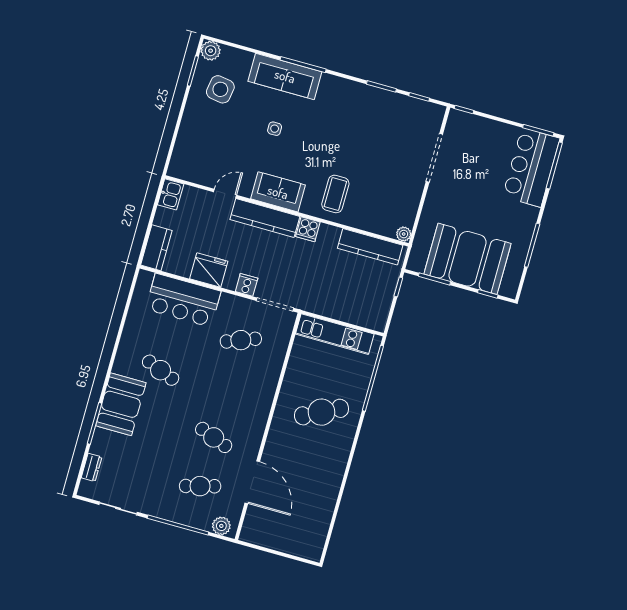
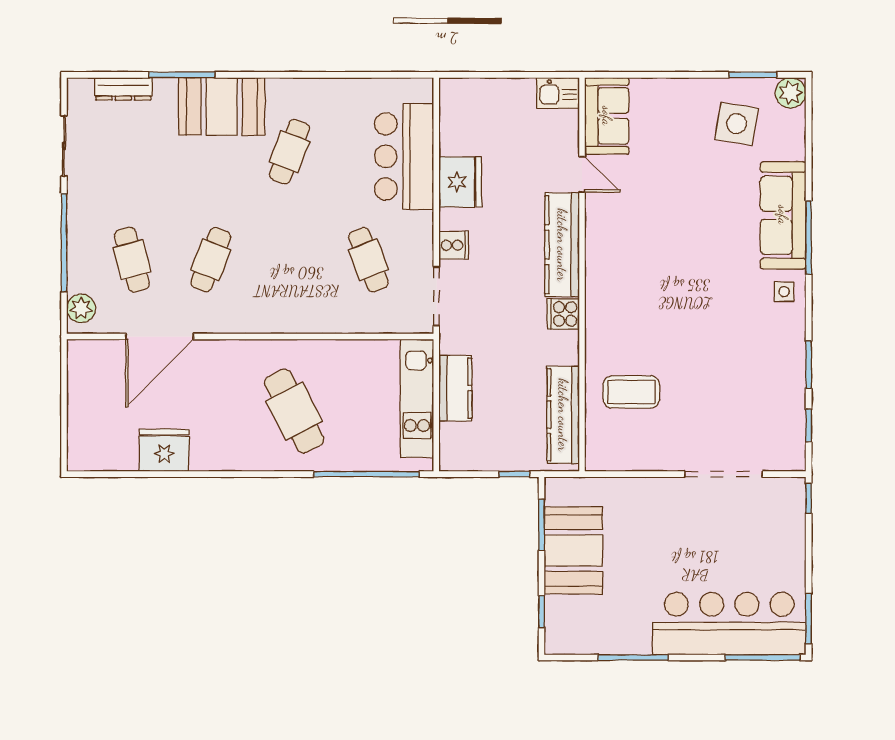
side table: (275, 129) -> (784, 292), moved
bar counter: (531, 167) -> (729, 624), width x1.36
sofa: (278, 192) -> (607, 116), moved
coffee table: (335, 194) -> (631, 392), moved
plant: (404, 234) -> (596, 460), removed
kitchen counter: (156, 248) -> (455, 388), moved, turned -90
booth: (468, 259) -> (573, 550), width x0.73, depth x0.70
dresser: (92, 467) -> (123, 89), width x1.44
fridge: (323, 499) -> (164, 450), added

